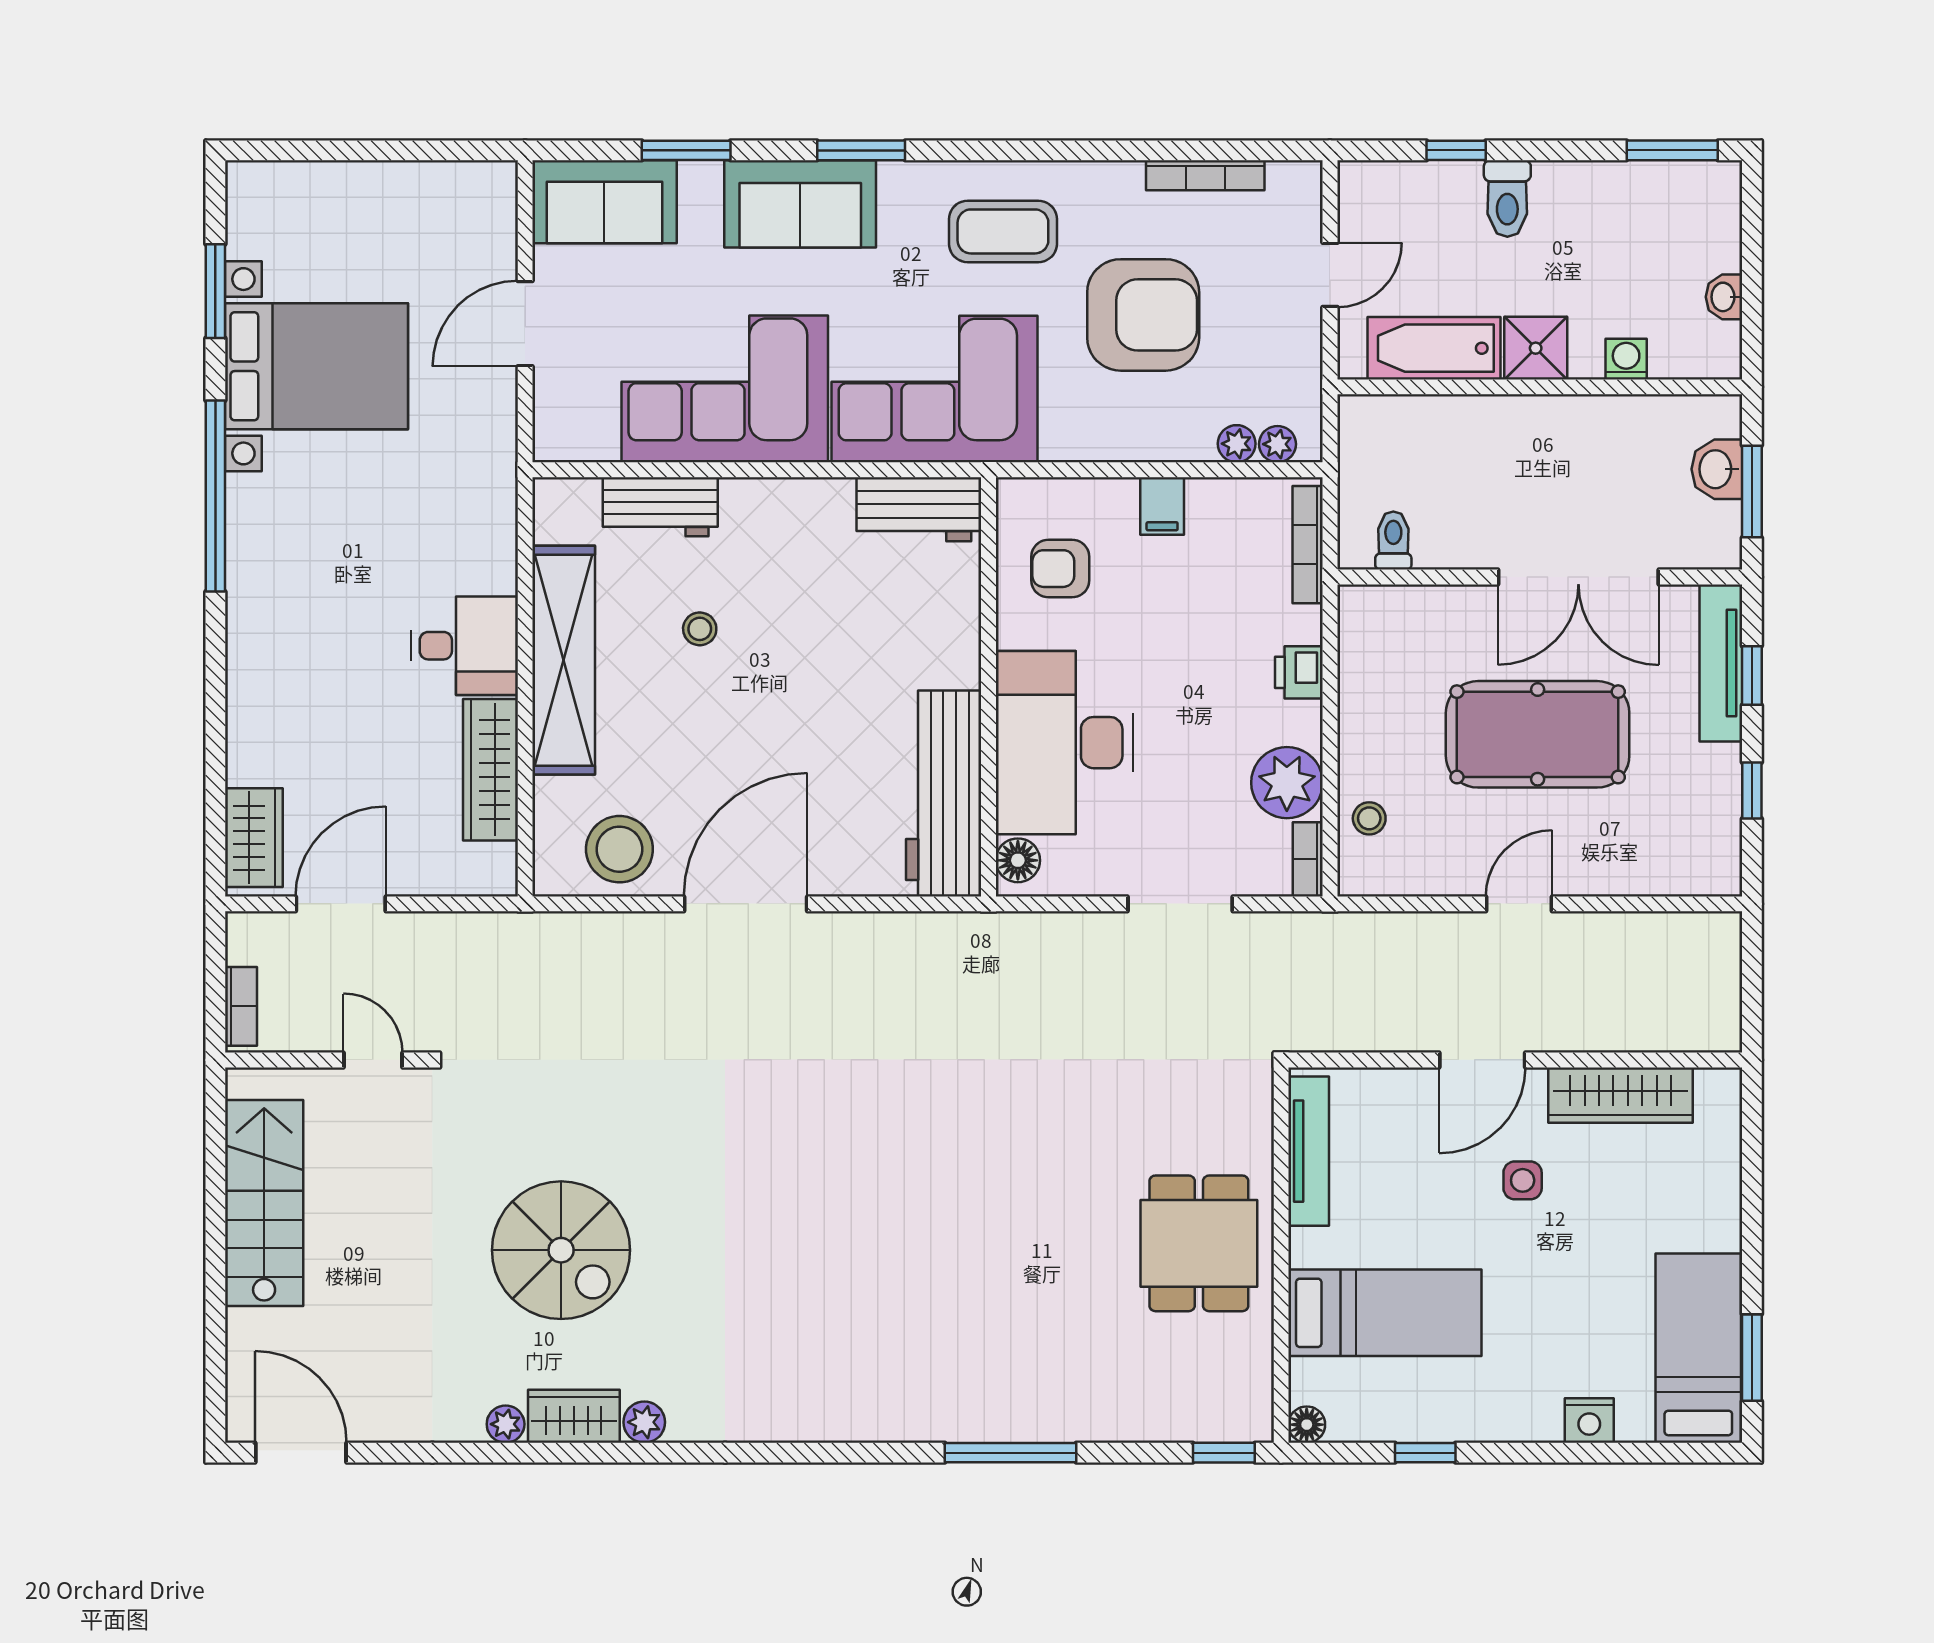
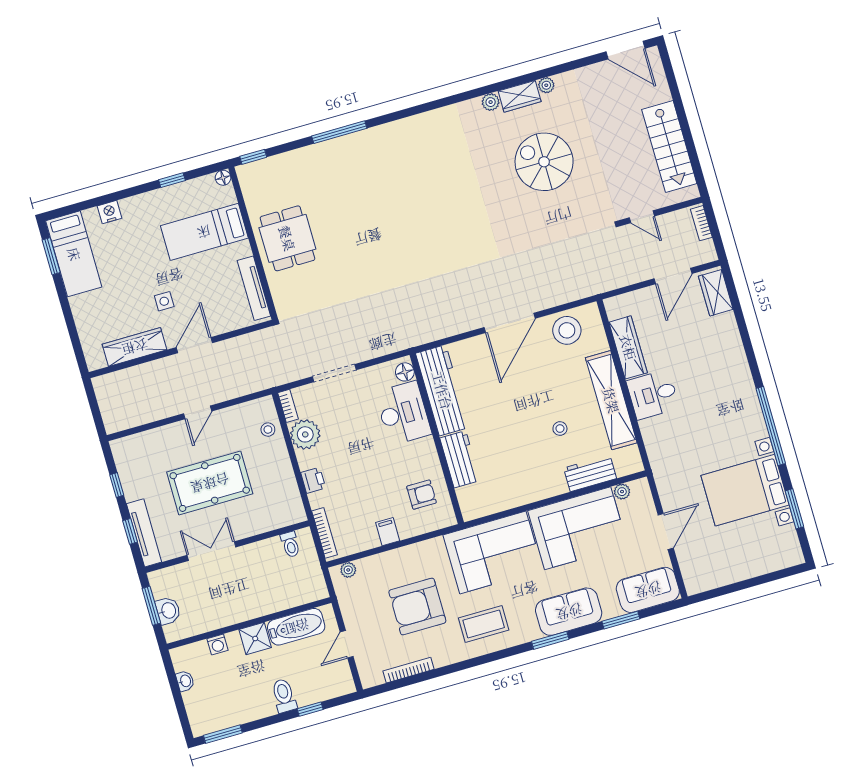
plant: (1237, 444) -> (622, 492), moved
workbench: (919, 509) -> (460, 459), moved, turned 90
double door: (1578, 577) -> (211, 551), width x0.73
desk: (1065, 743) -> (403, 413), width x0.73, depth x0.77

